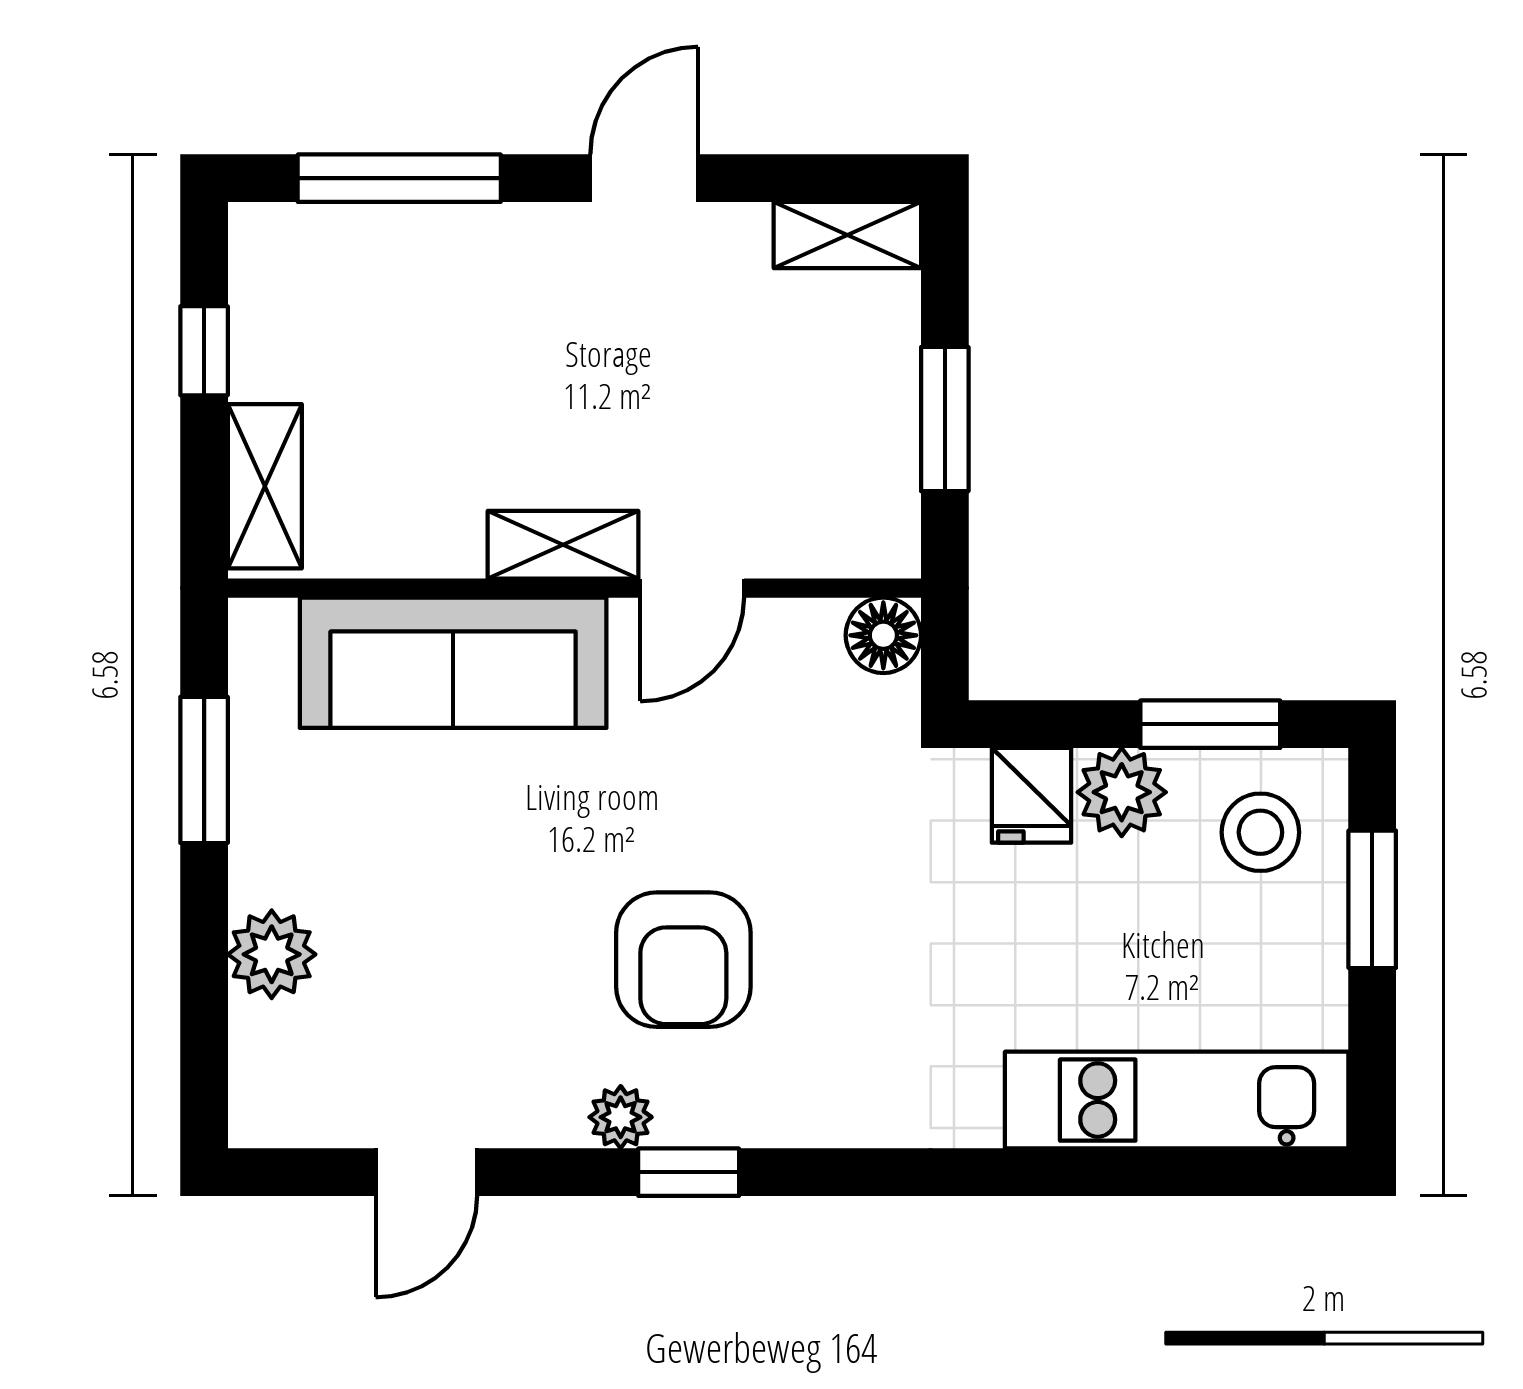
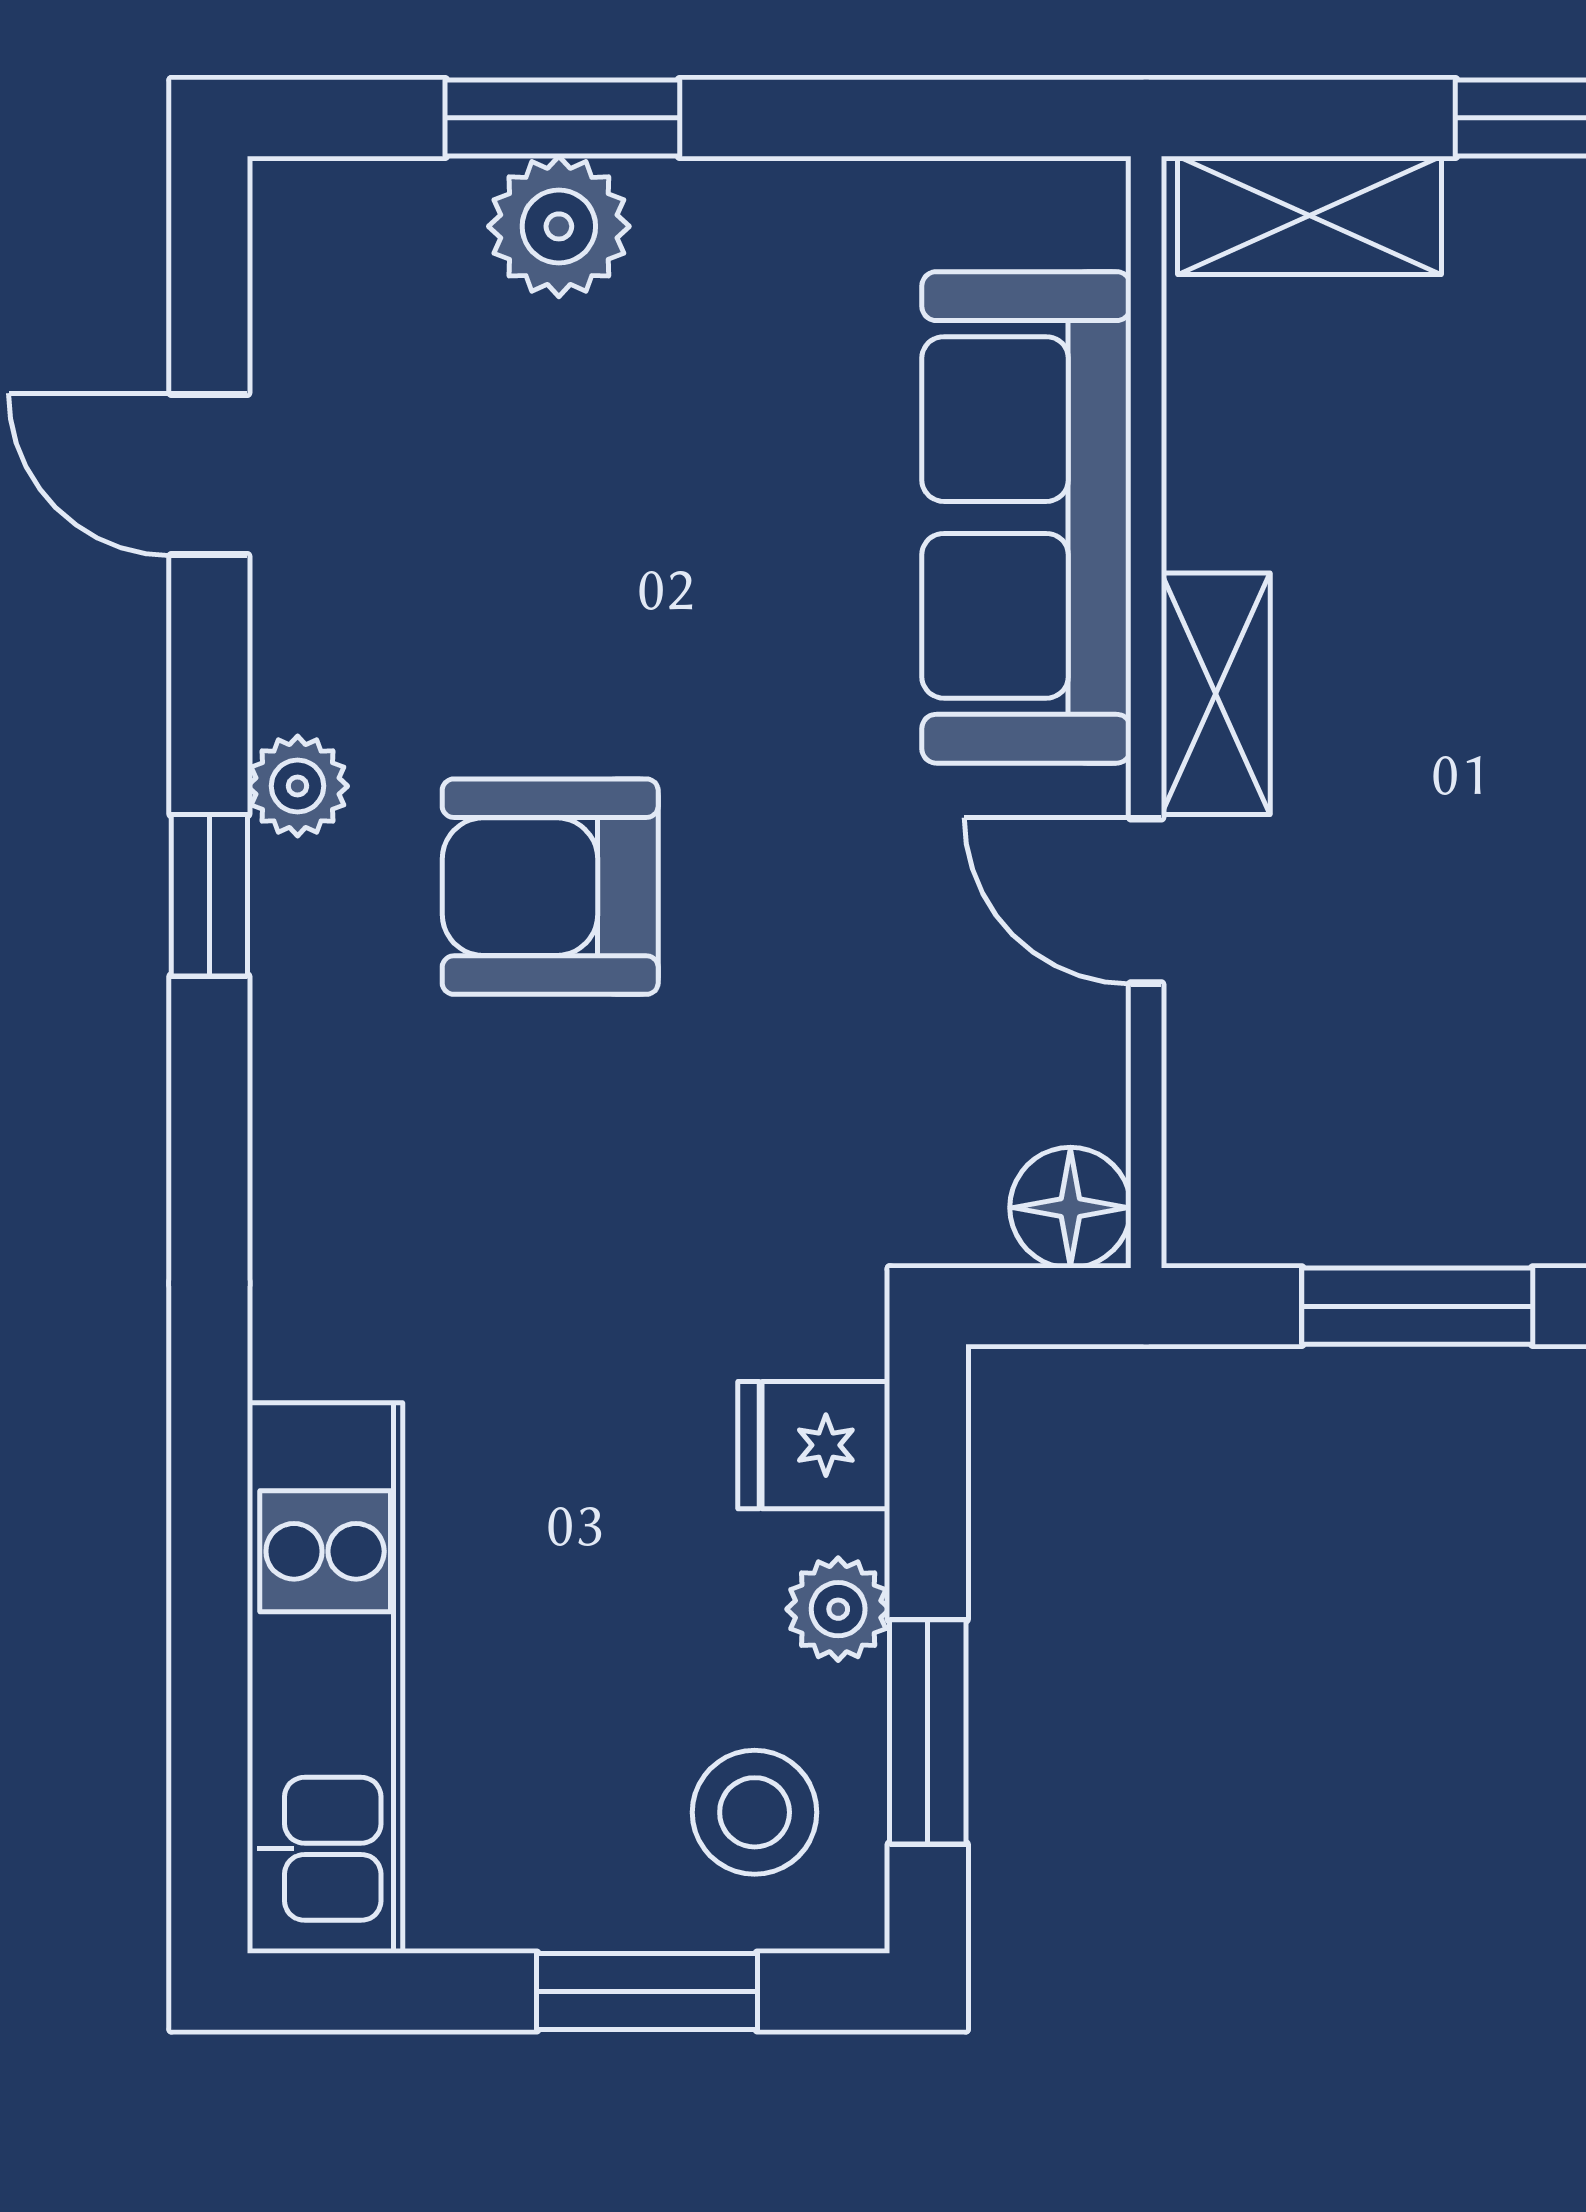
window: (204, 770) -> (562, 118), moved
plant: (1122, 792) -> (838, 1609), width x0.73, depth x0.73

